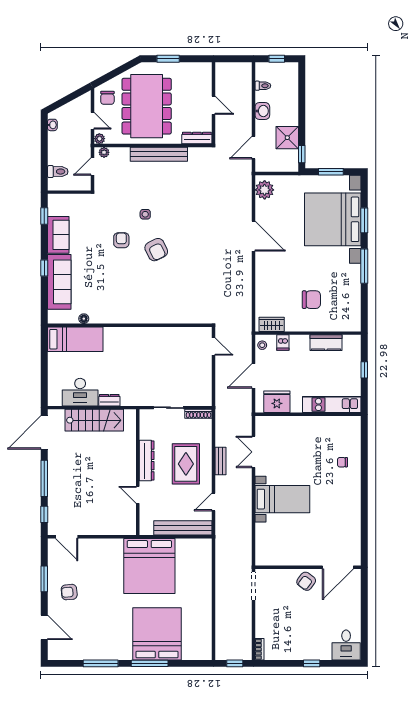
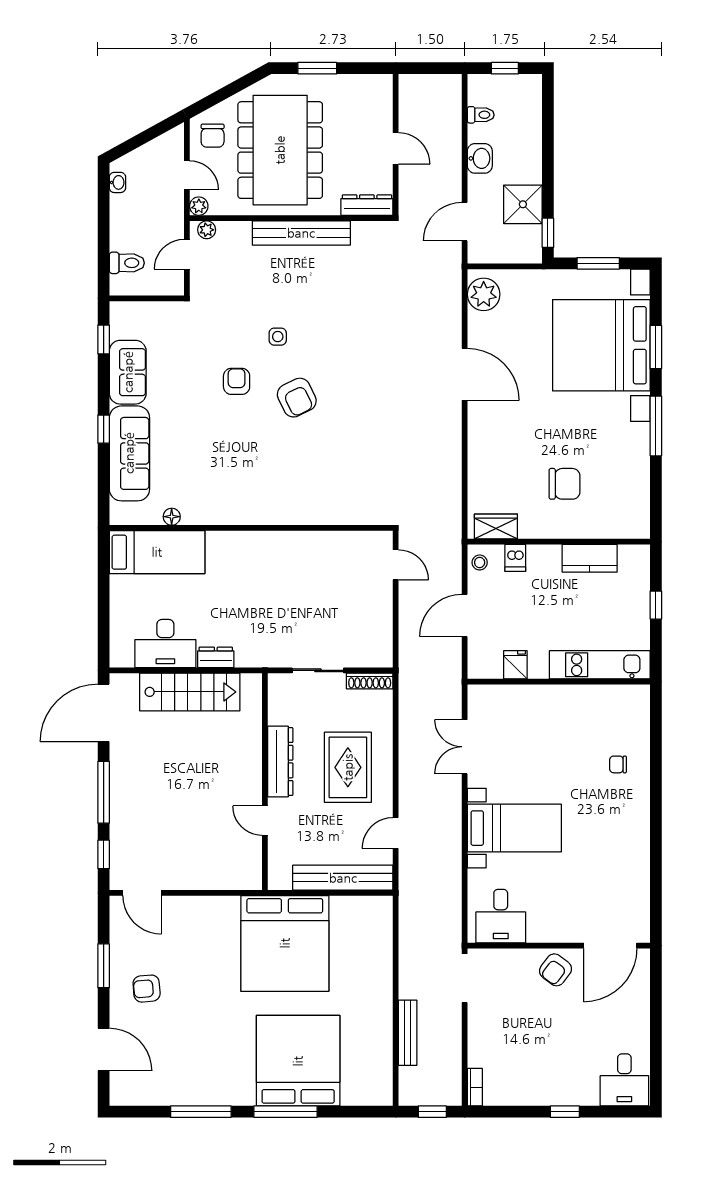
fridge: (277, 402) -> (515, 665), width x0.53, depth x0.75
bench: (220, 461) -> (408, 1033), moved, width x1.36
desk: (274, 550) -> (501, 916), added

